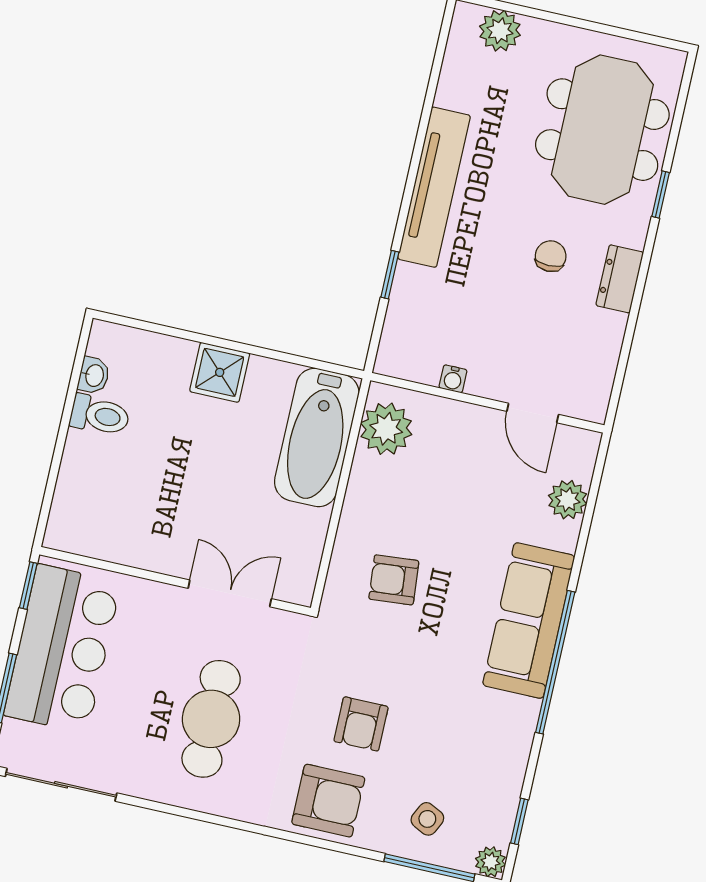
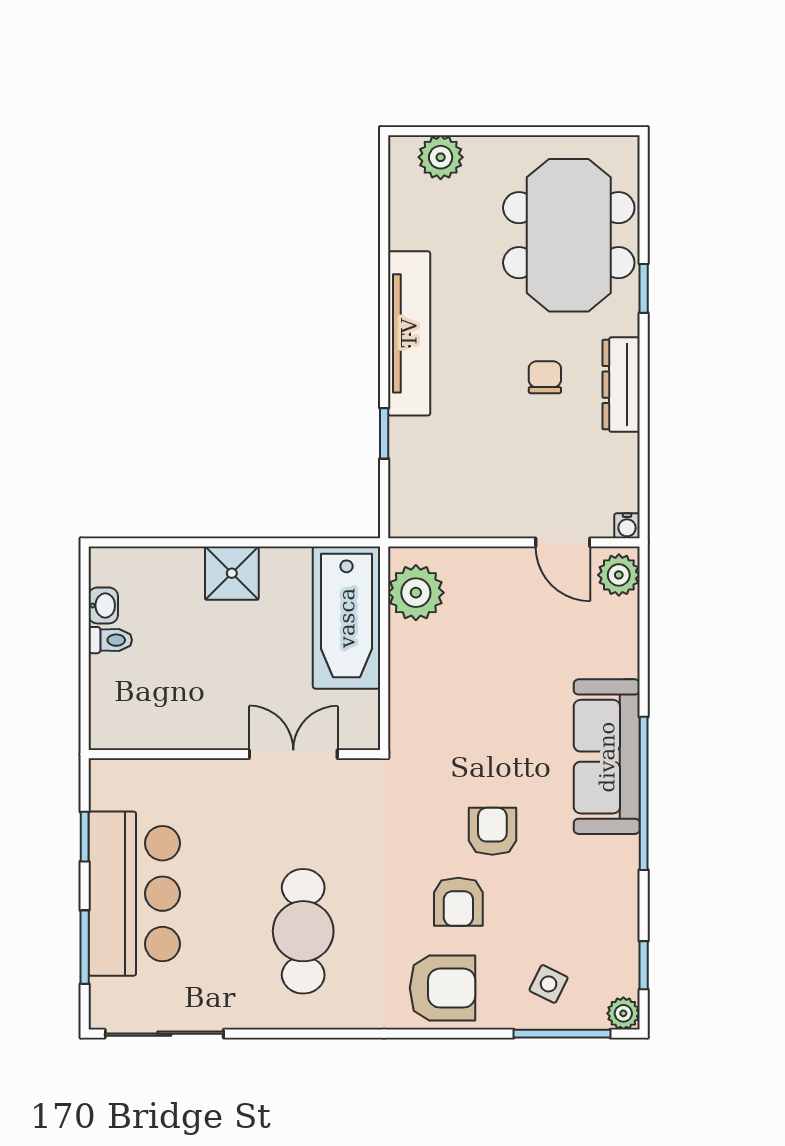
dresser: (620, 279) -> (621, 385), width x1.44
water cooler: (453, 379) -> (627, 526), moved
toilet: (100, 415) -> (110, 640), width x0.73, depth x0.72
plant: (568, 500) -> (619, 575), moved
armchair: (394, 580) -> (492, 831), moved, turned 95
wall: (175, 581) -> (234, 754), moved
double door: (230, 593) -> (293, 754), moved

